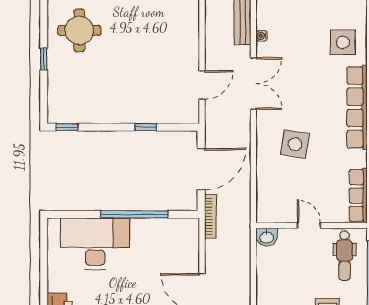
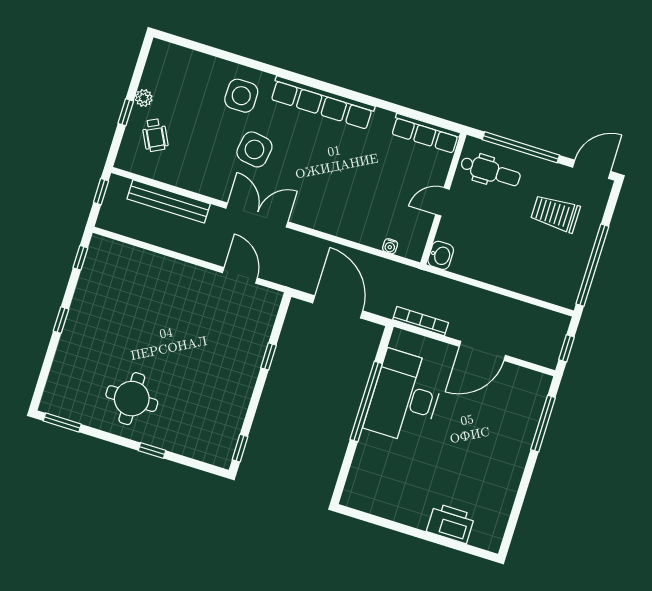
water cooler: (261, 36) -> (390, 246), moved
side table: (295, 144) -> (254, 149), moved
bookcase: (210, 216) -> (421, 321), moved
desk: (95, 244) -> (405, 397), moved

